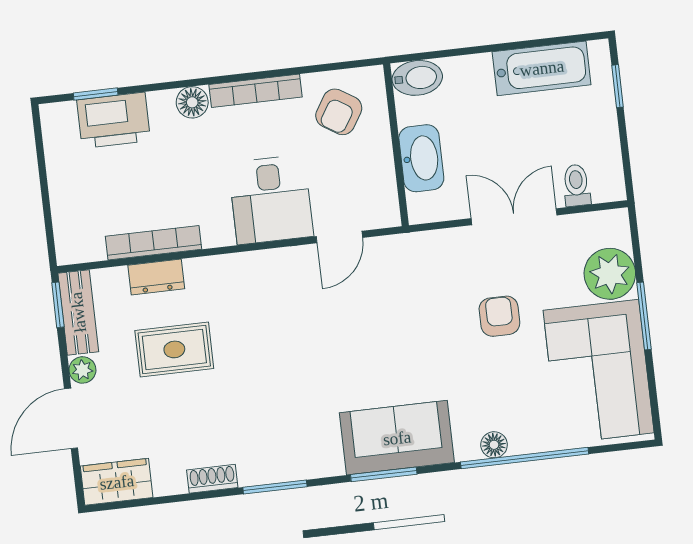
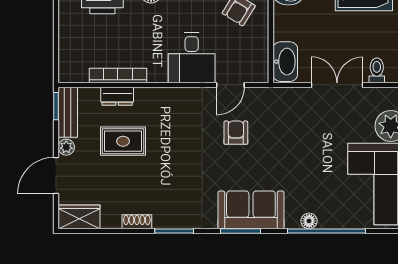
washbasin: (421, 158) -> (285, 62), moved
armchair: (499, 316) -> (236, 133), moved

